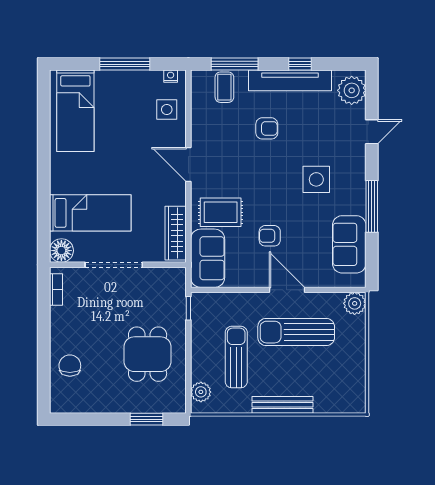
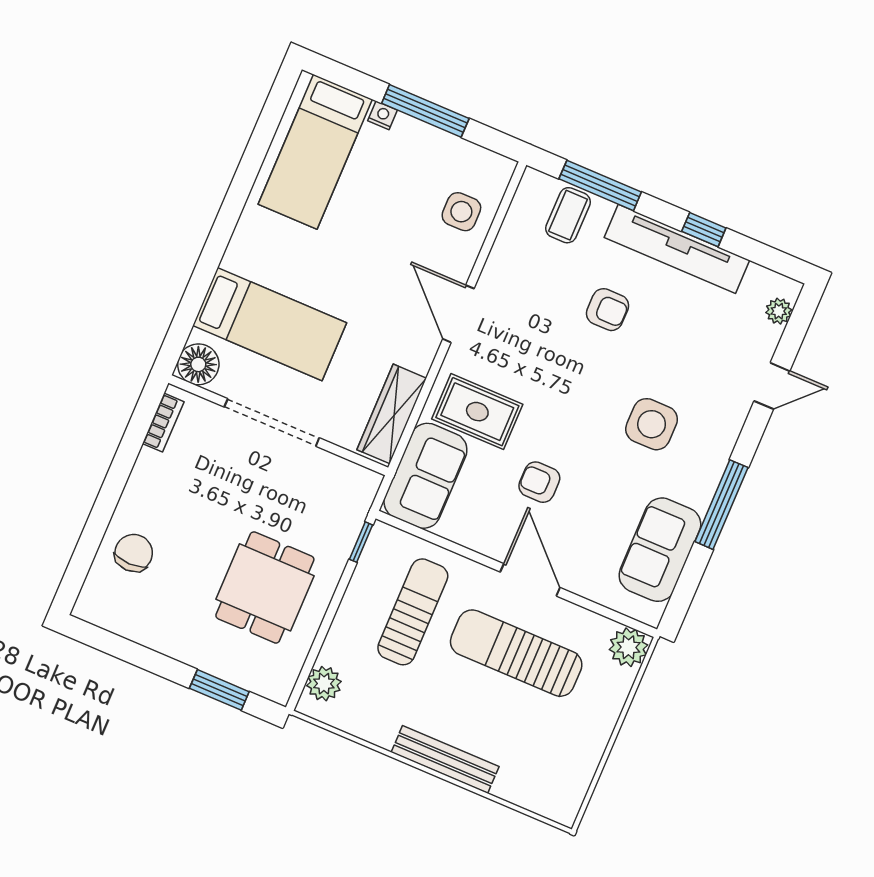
nightstand: (171, 76) -> (383, 115), moved
plant: (352, 90) -> (779, 311), width x0.53, depth x0.53
sun lounger: (236, 357) -> (413, 612), moved

